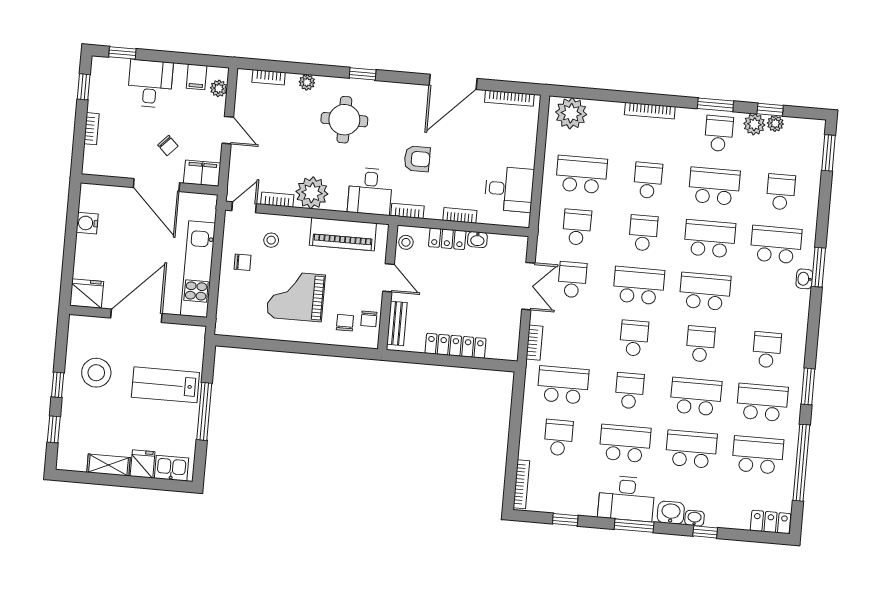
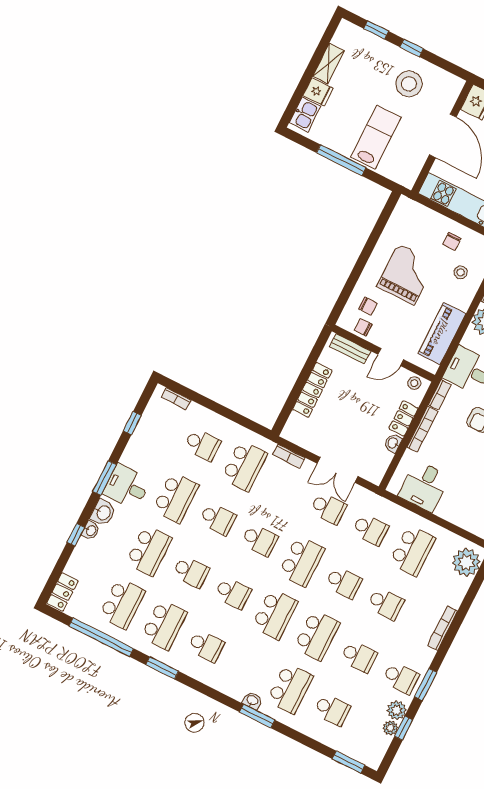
school desk: (714, 186) -> (359, 657), width x0.54
bookcase: (460, 215) -> (422, 429), width x1.56
school desk: (696, 397) -> (191, 572), width x0.54
bookcase: (521, 484) -> (176, 399), width x0.64
desk: (626, 498) -> (127, 487), width x0.73

